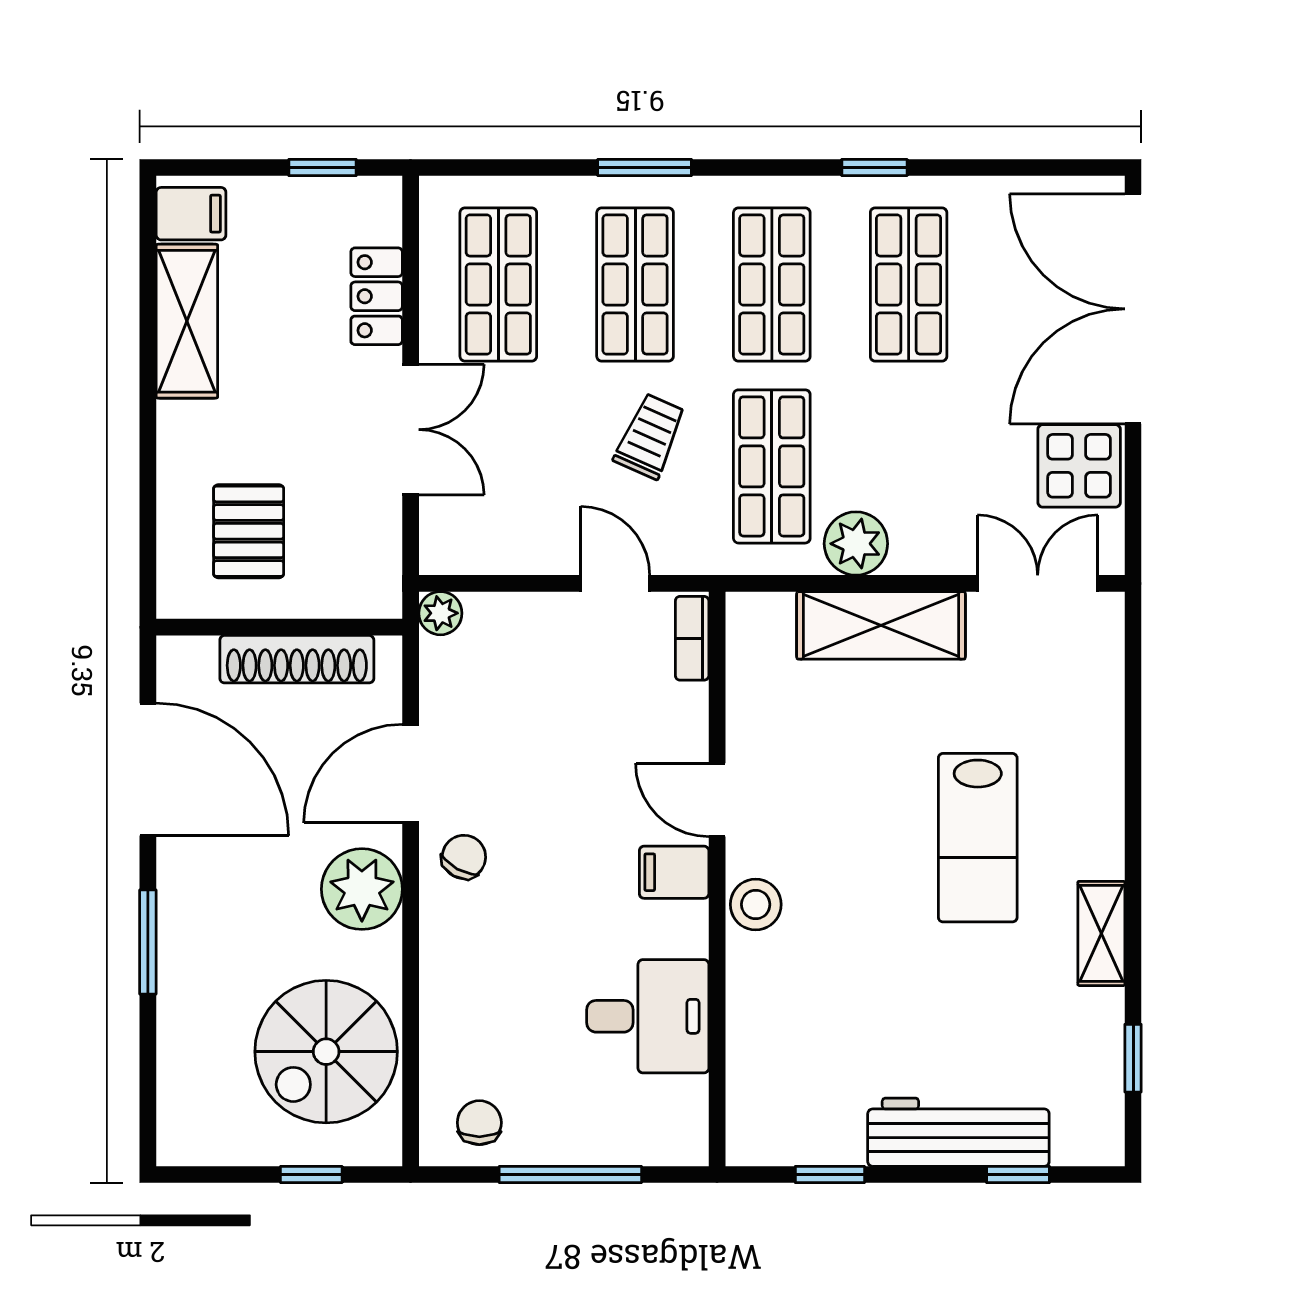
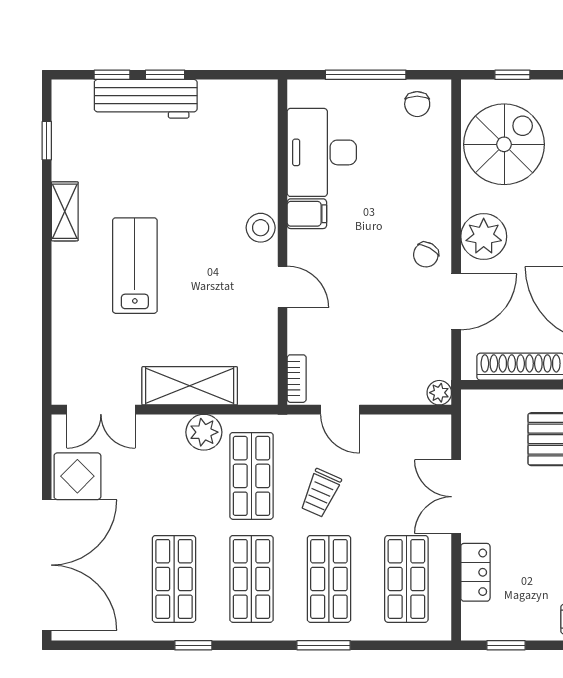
filing cabinet: (674, 872) -> (307, 214), moved
desk: (648, 1016) -> (322, 152), width x1.37
window: (830, 1174) -> (165, 75), moved

